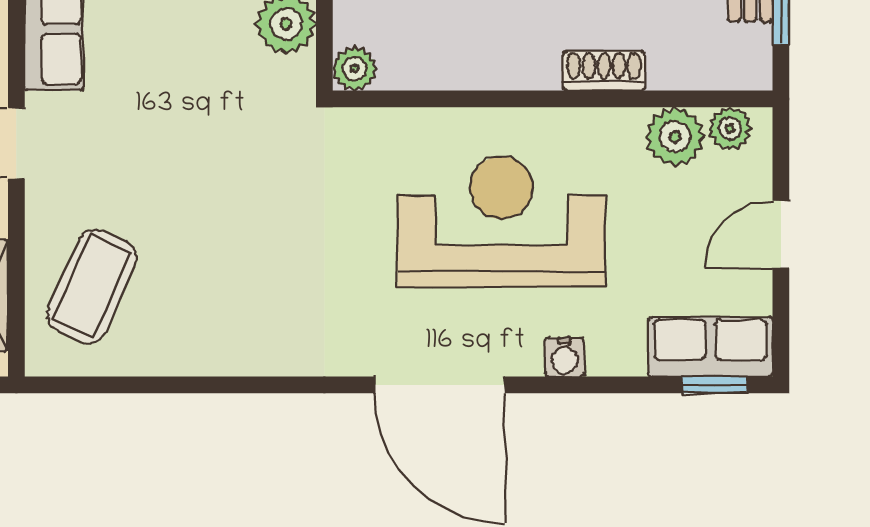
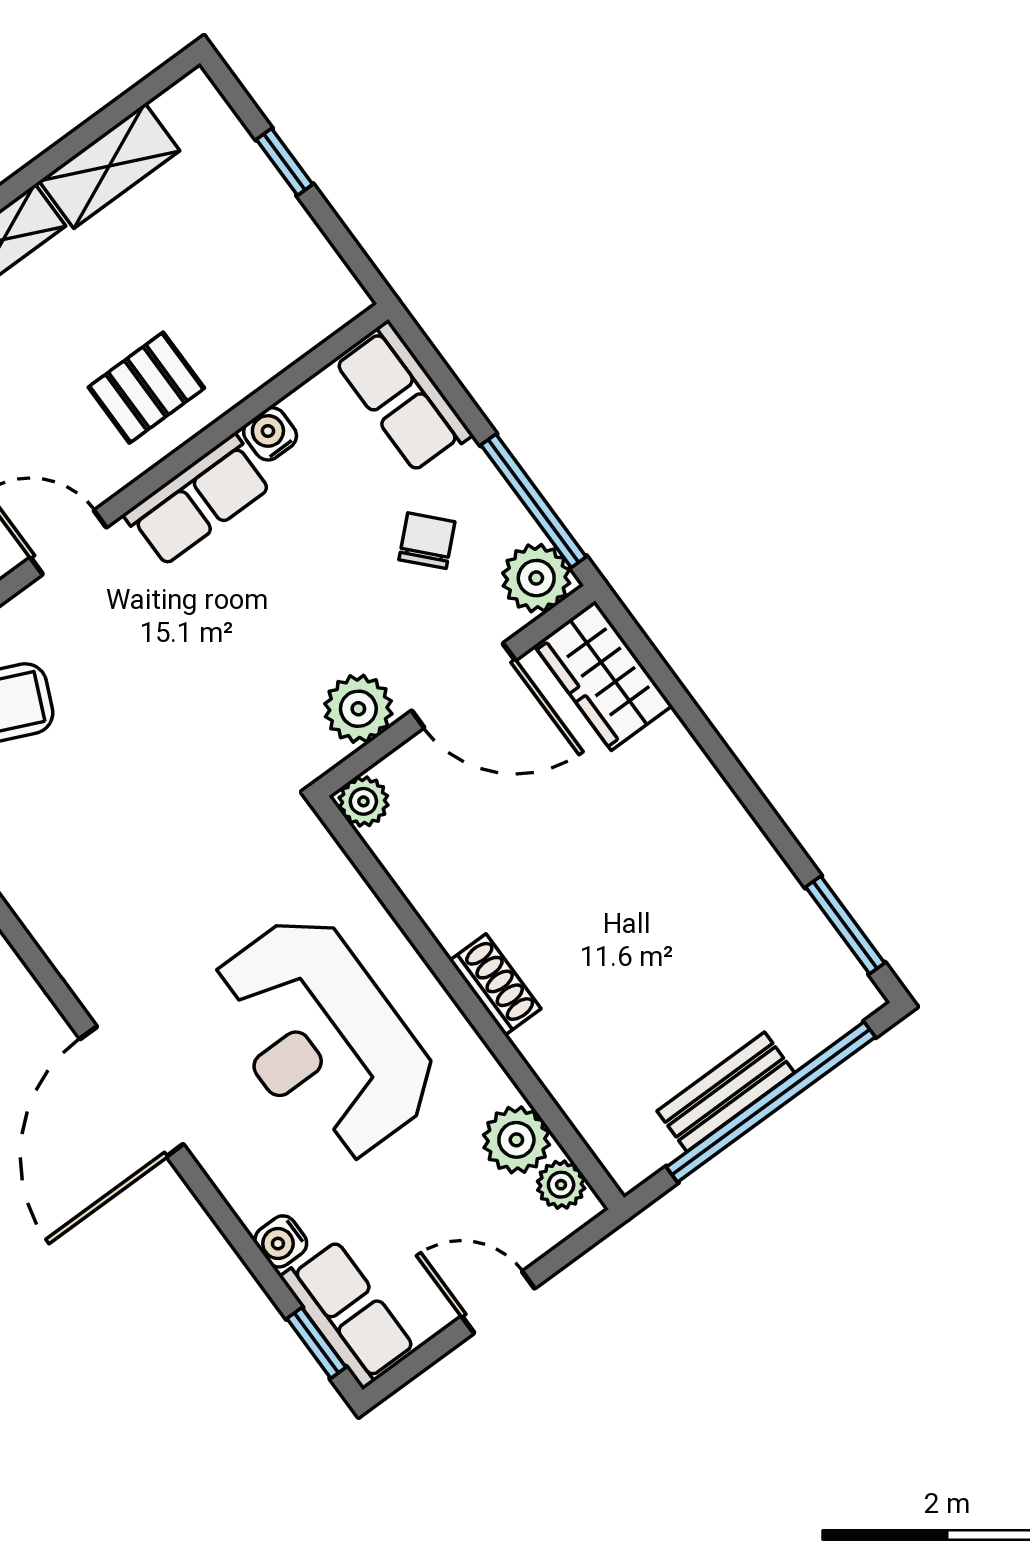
shoe rack: (604, 71) -> (495, 985), moved
reception desk: (502, 222) -> (322, 1038), turned 180
water cooler: (564, 357) -> (281, 1241), moved

